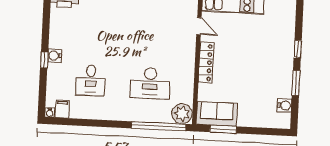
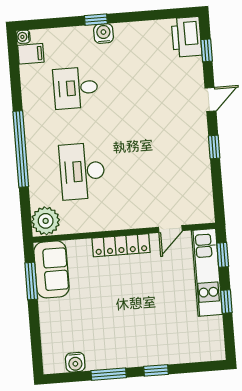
window: (159, 126) -> (21, 149), moved

